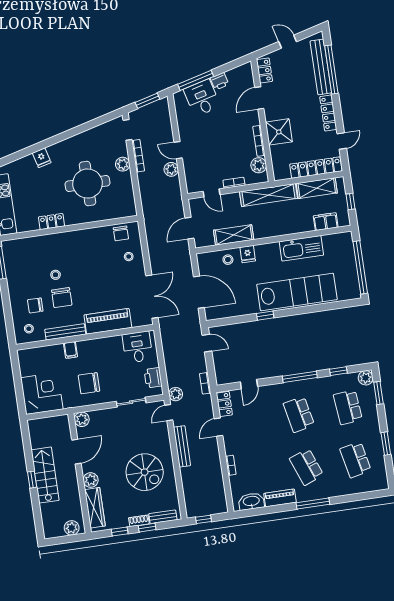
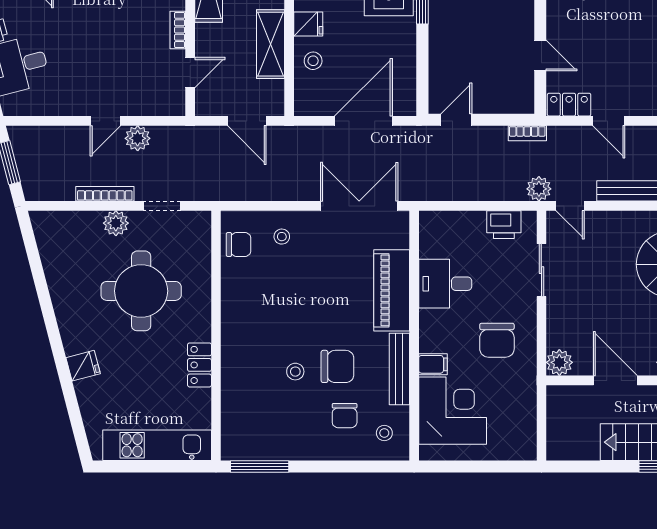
doorway: (128, 130) -> (162, 206), moved
desk: (137, 347) -> (445, 284), moved
corner desk: (42, 393) -> (453, 411), moved, turned 90

